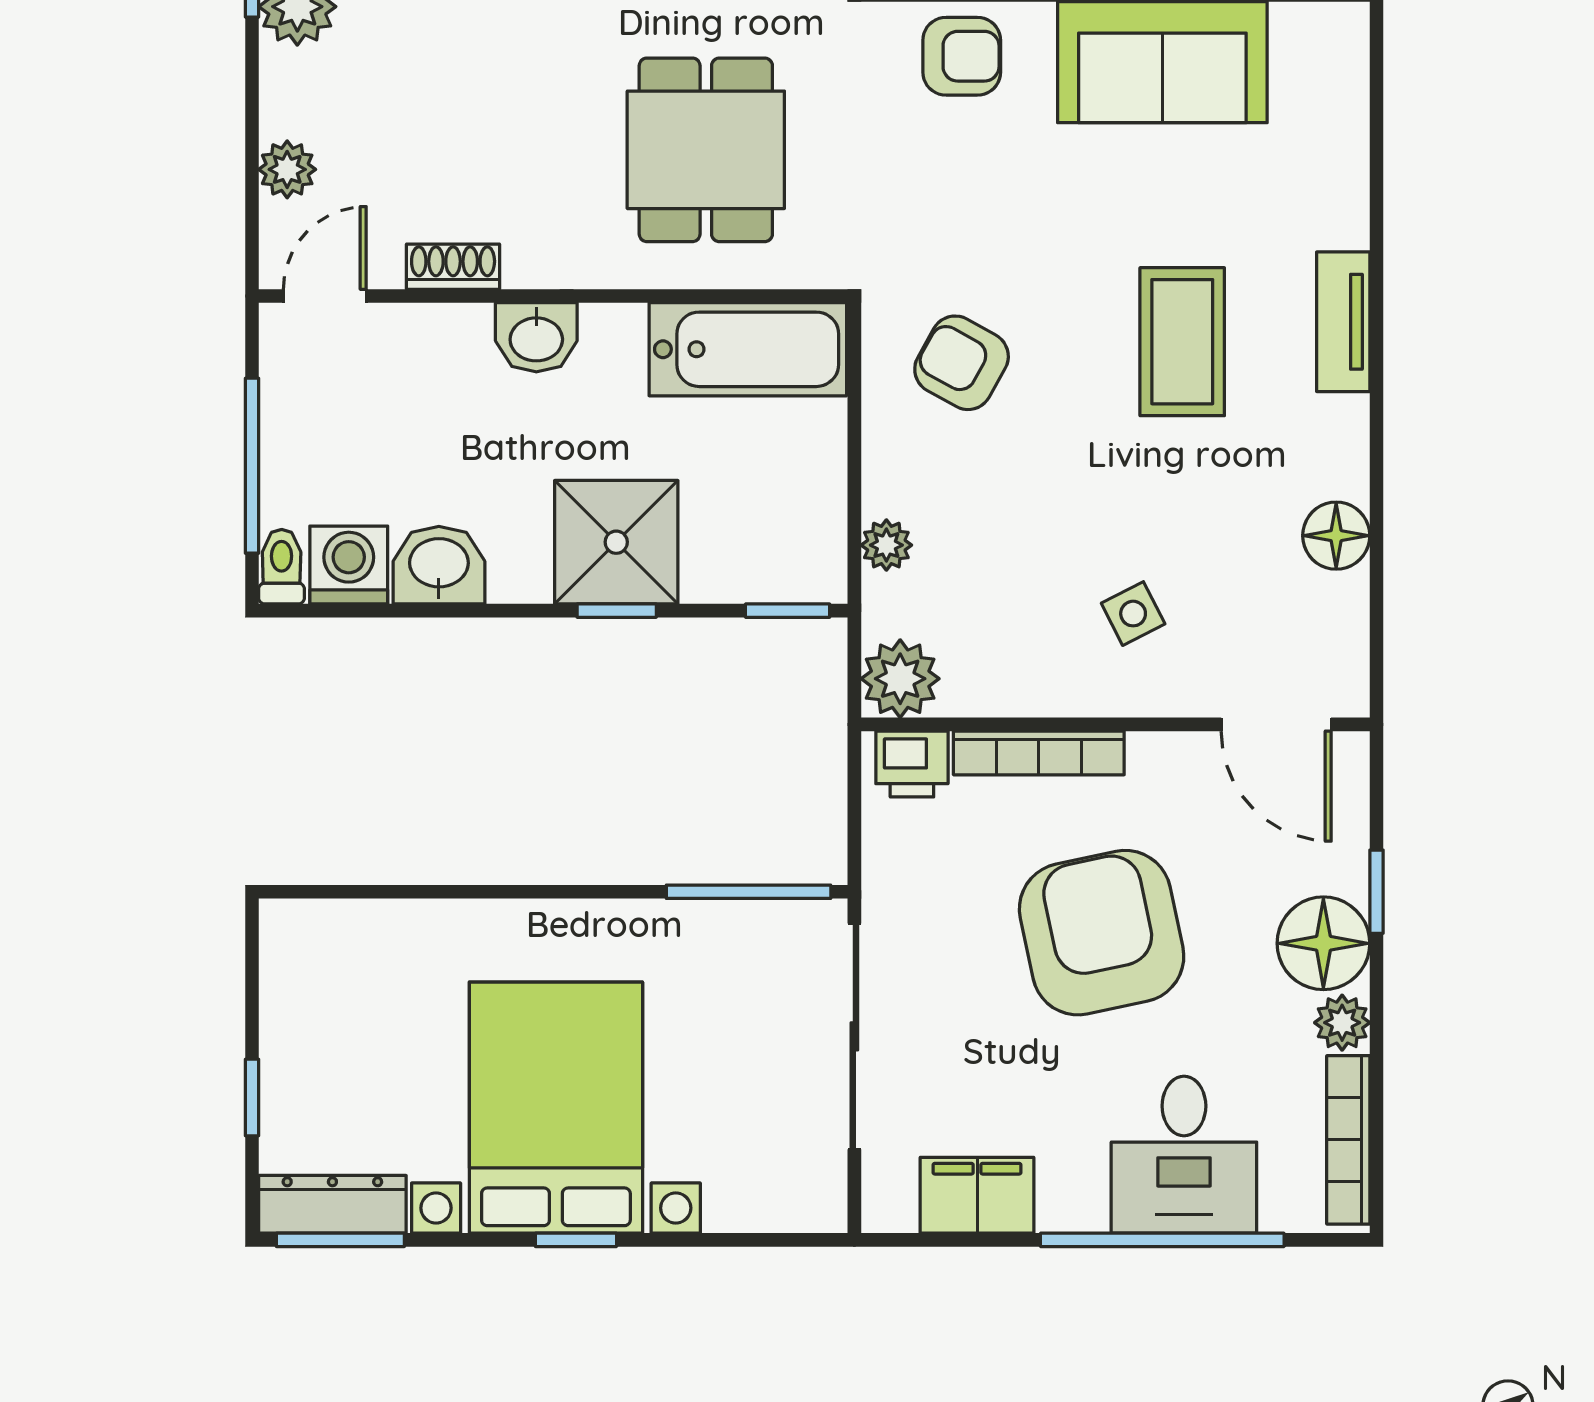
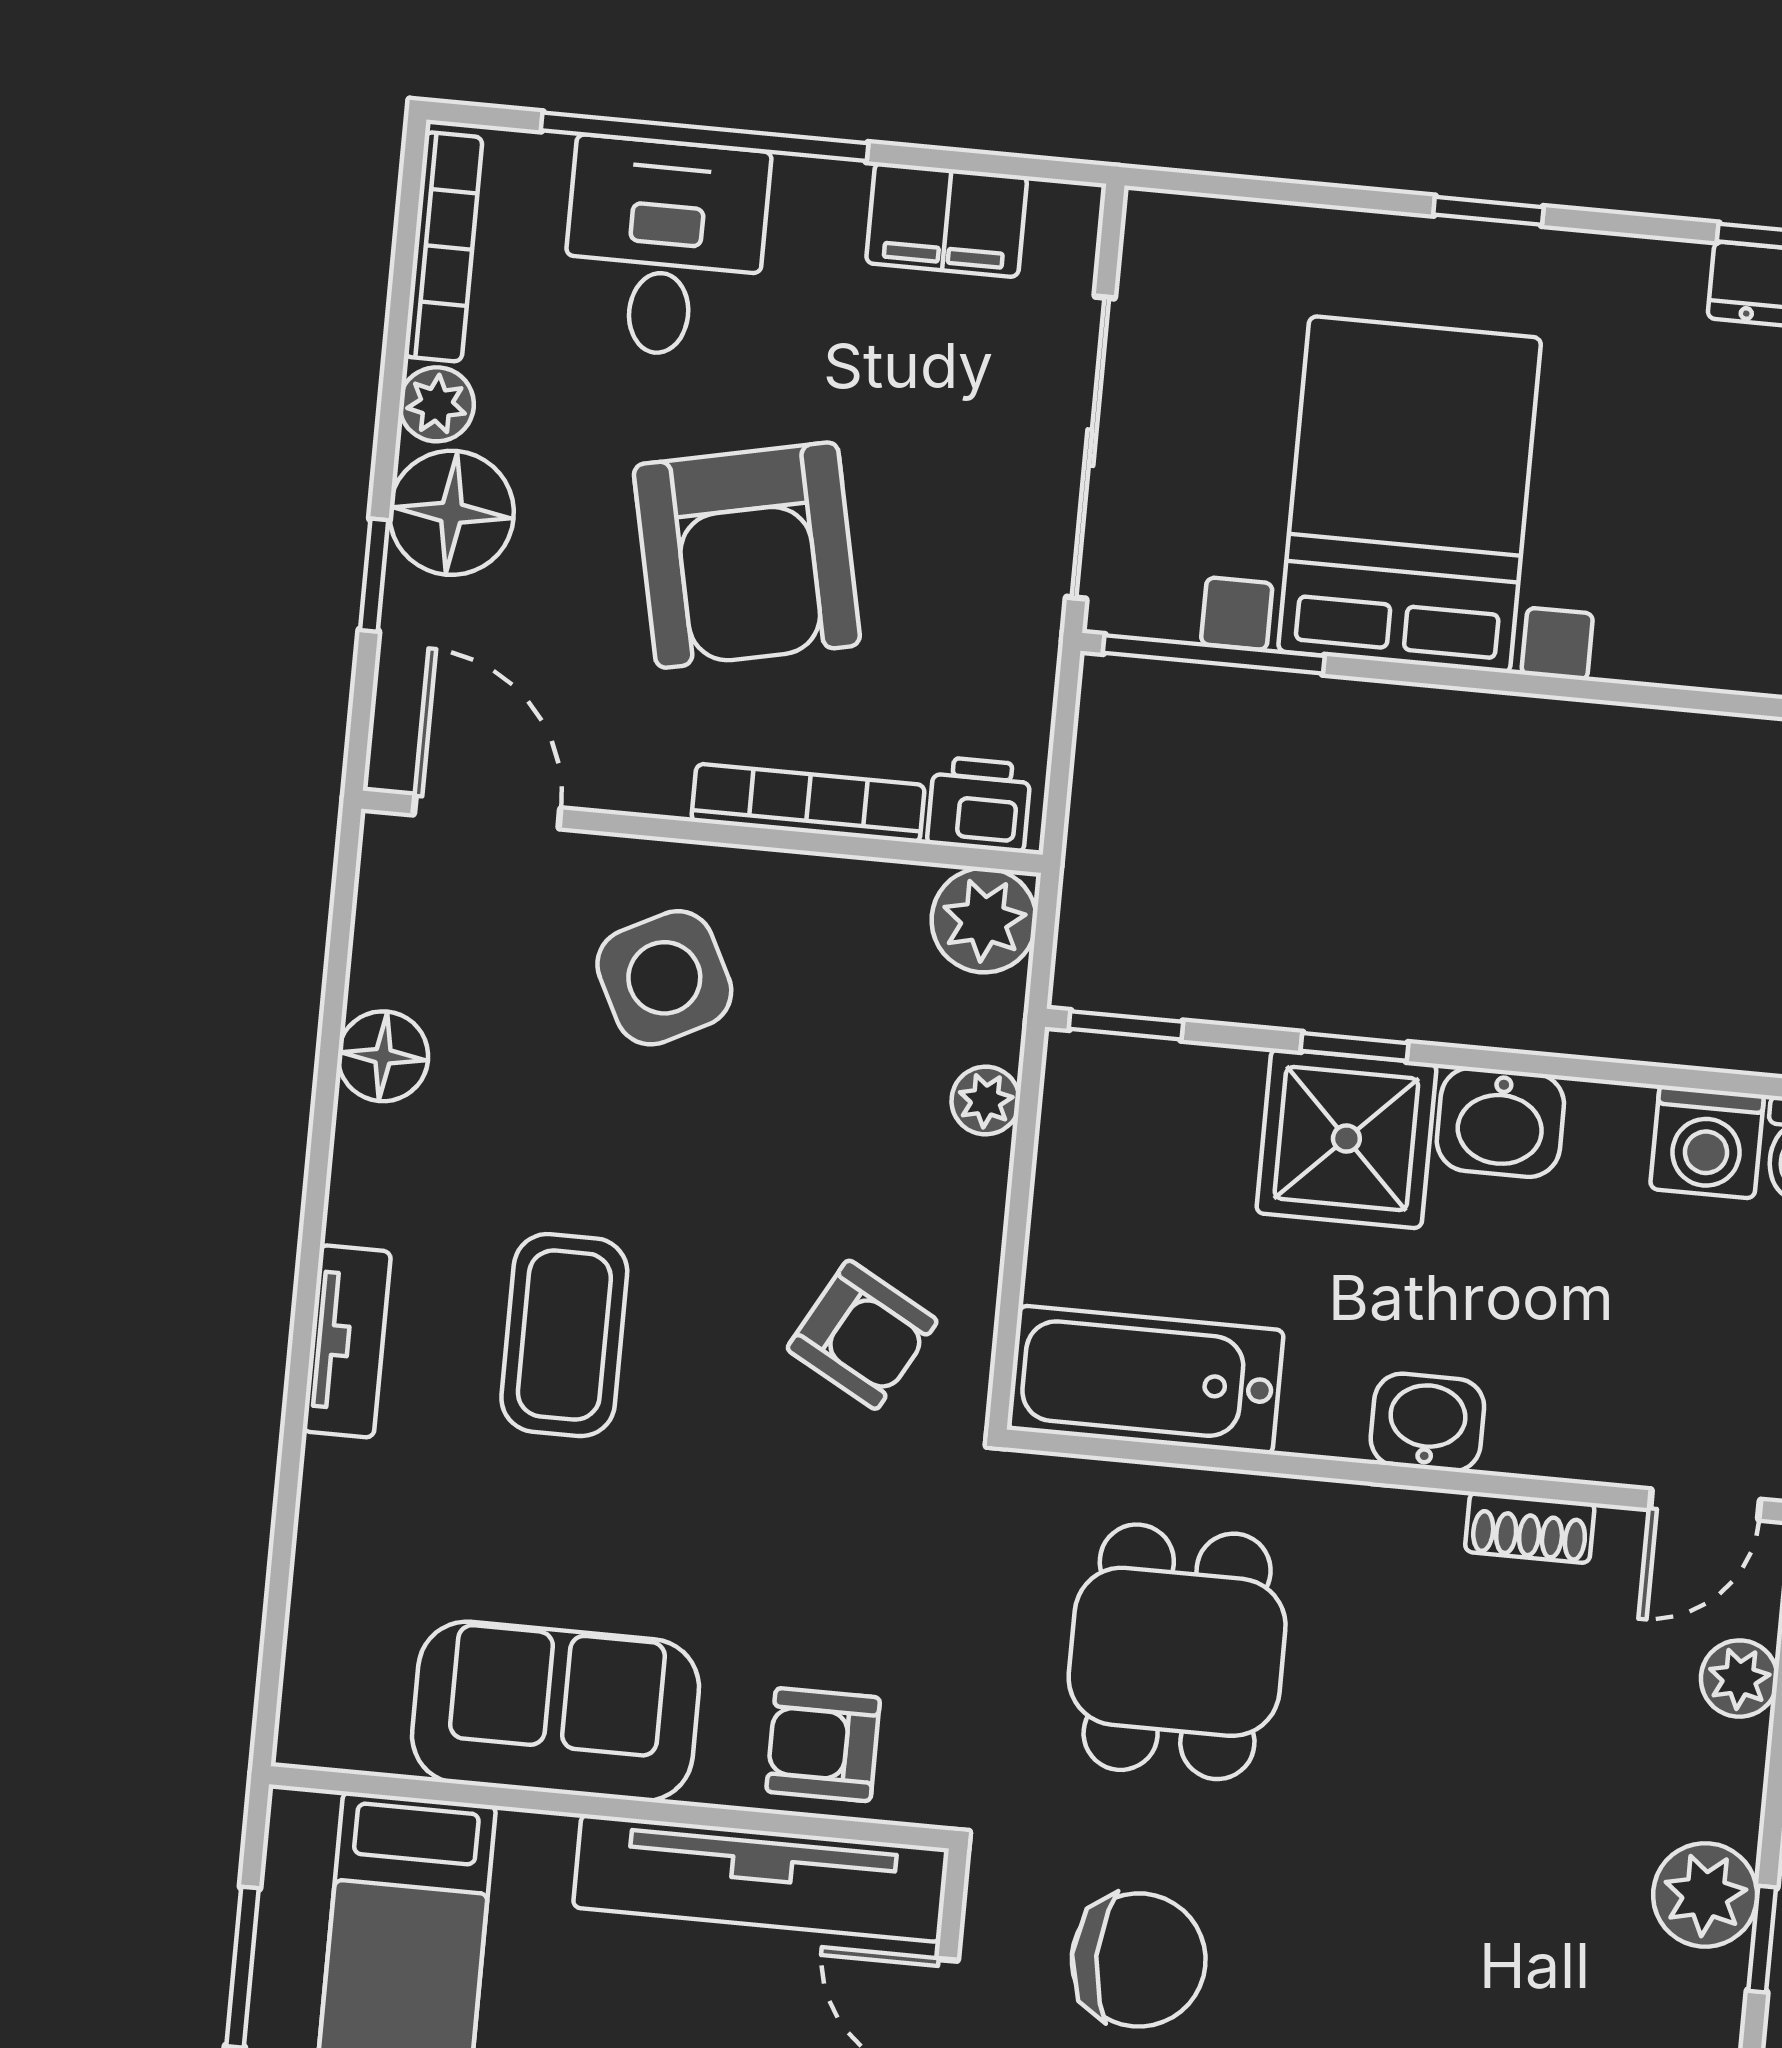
washbasin: (439, 565) -> (1500, 1122), moved
side table: (1133, 614) -> (664, 978), width x1.87, depth x1.87
bed with nightstands: (556, 1108) -> (1410, 495), moved, turned 180

